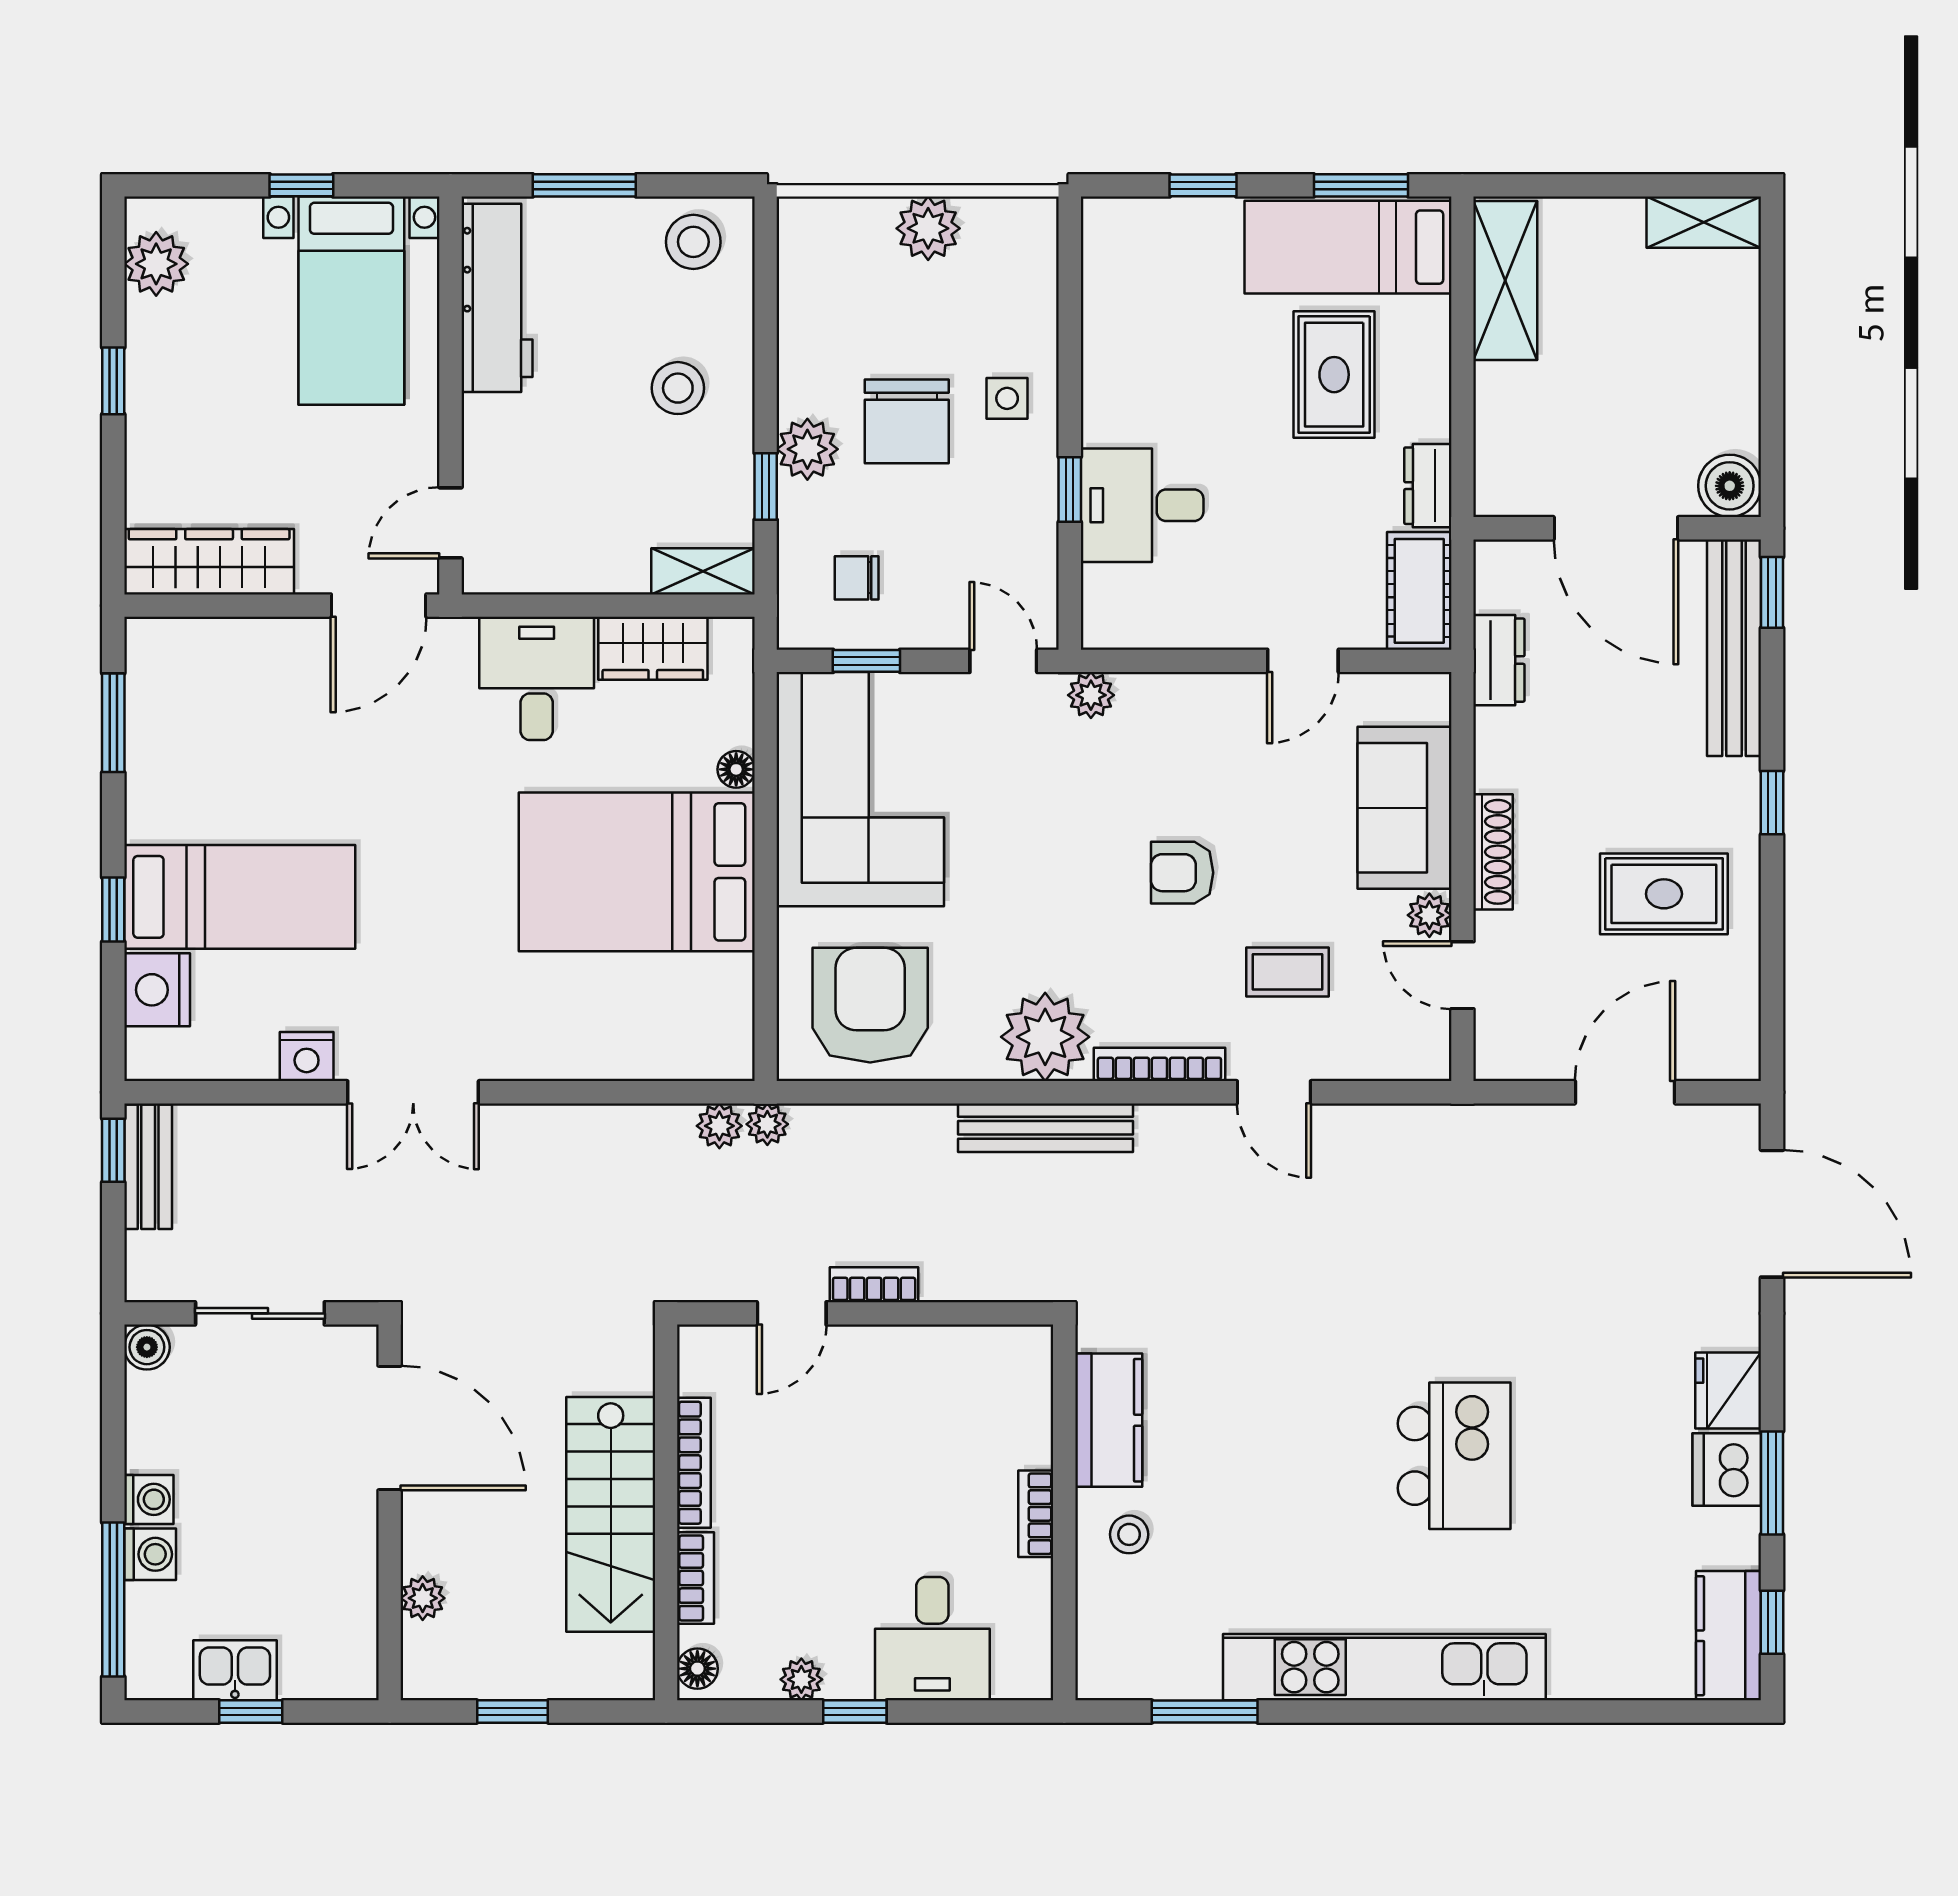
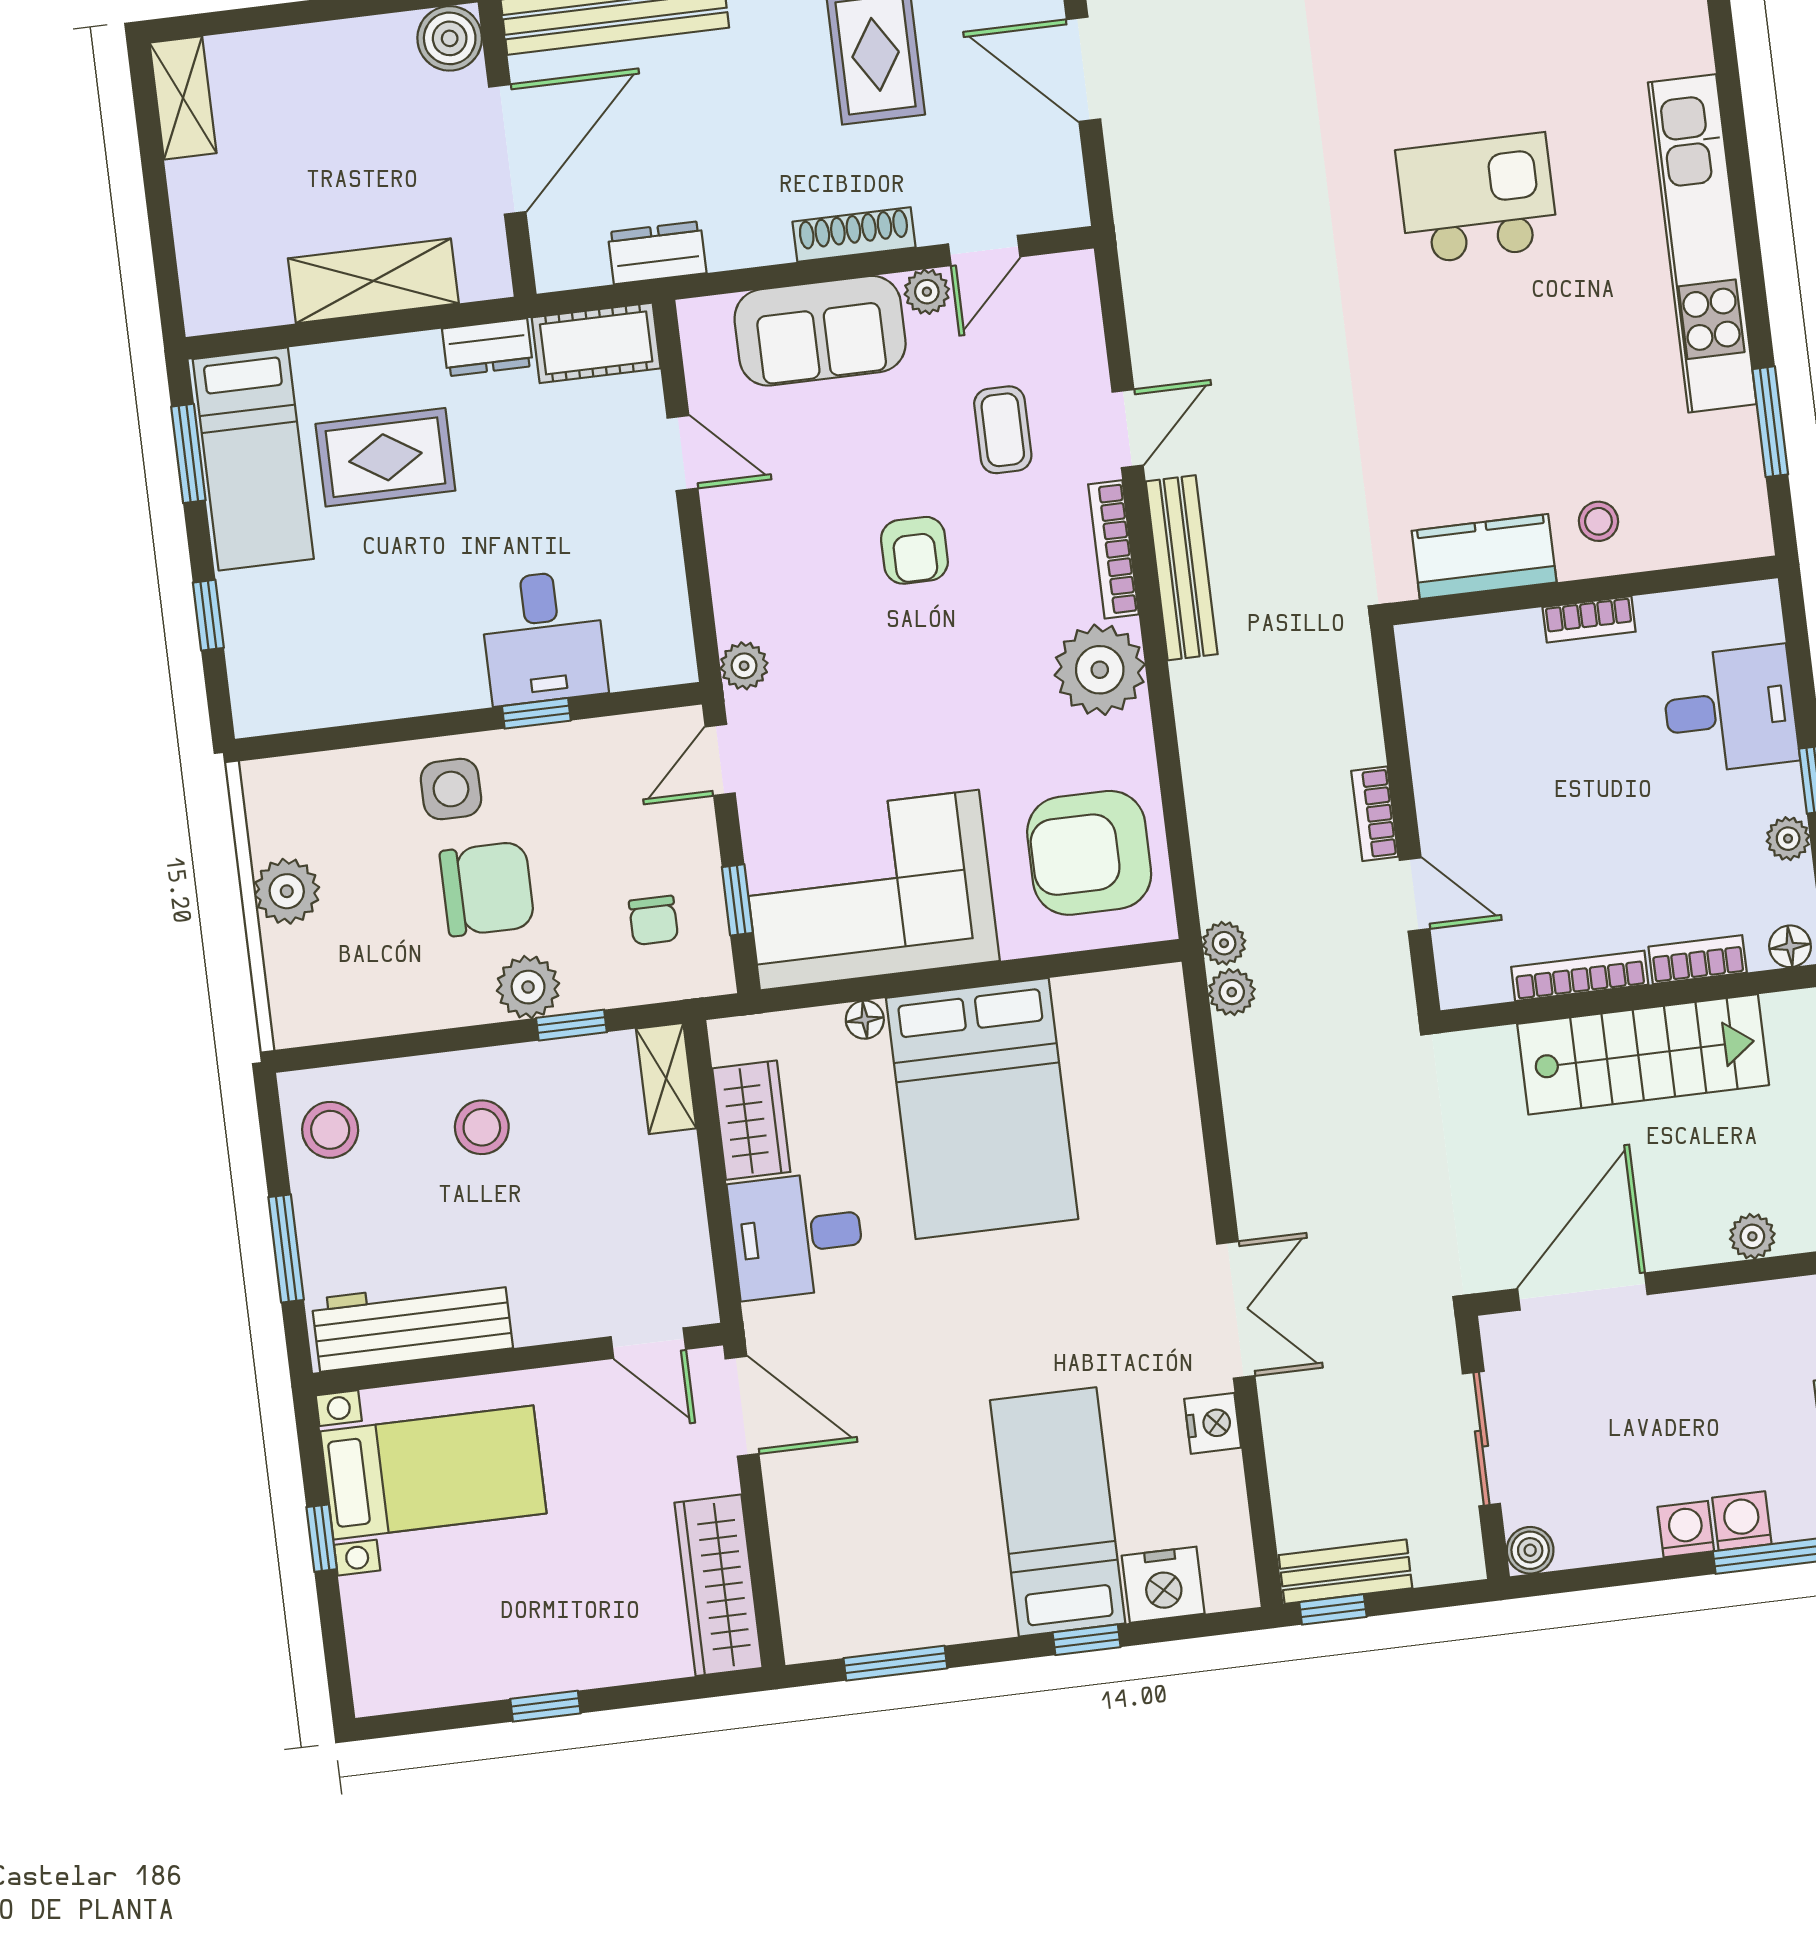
plant: (156, 264) -> (420, 1677), removed
shelving: (1505, 281) -> (373, 281), moved
side table: (1007, 398) -> (451, 789), width x1.37, depth x1.37
bench: (1046, 1128) -> (1182, 568), moved

